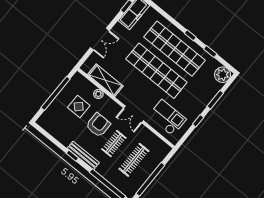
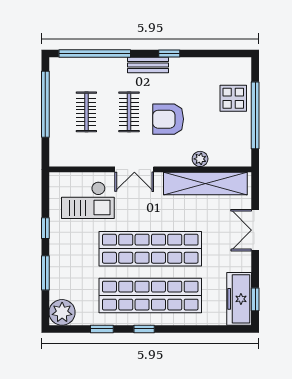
shelving: (105, 80) -> (205, 183), width x1.47
display table: (79, 107) -> (233, 98), moved
double door: (133, 114) -> (134, 169), swing flipped
armchair: (98, 125) -> (168, 119), turned 90
bench: (83, 155) -> (148, 65), width x0.73
clothes rail: (134, 160) -> (86, 112), width x0.73

